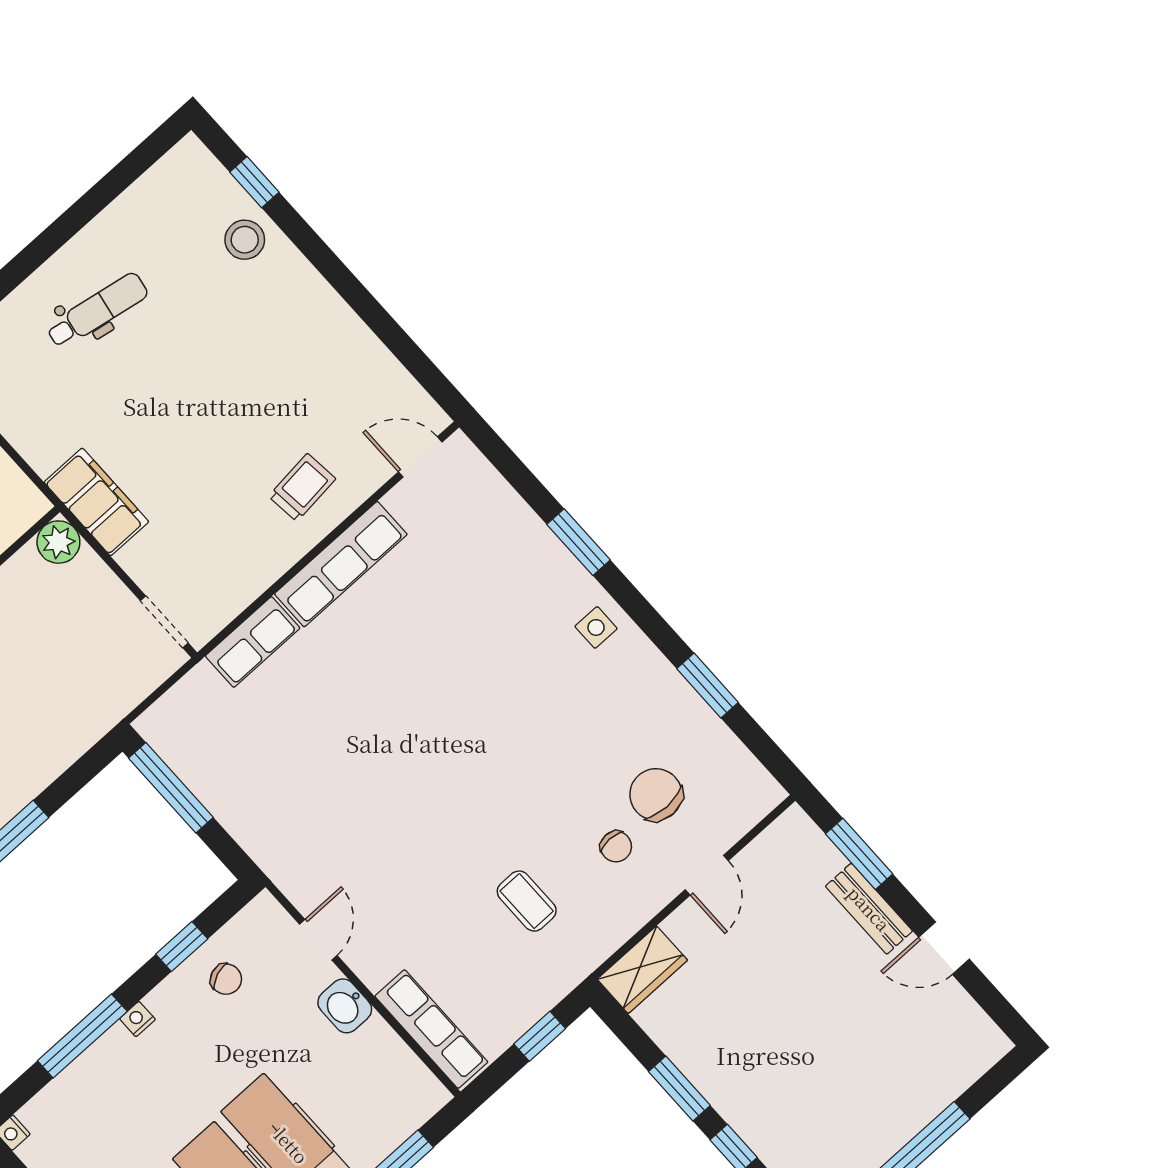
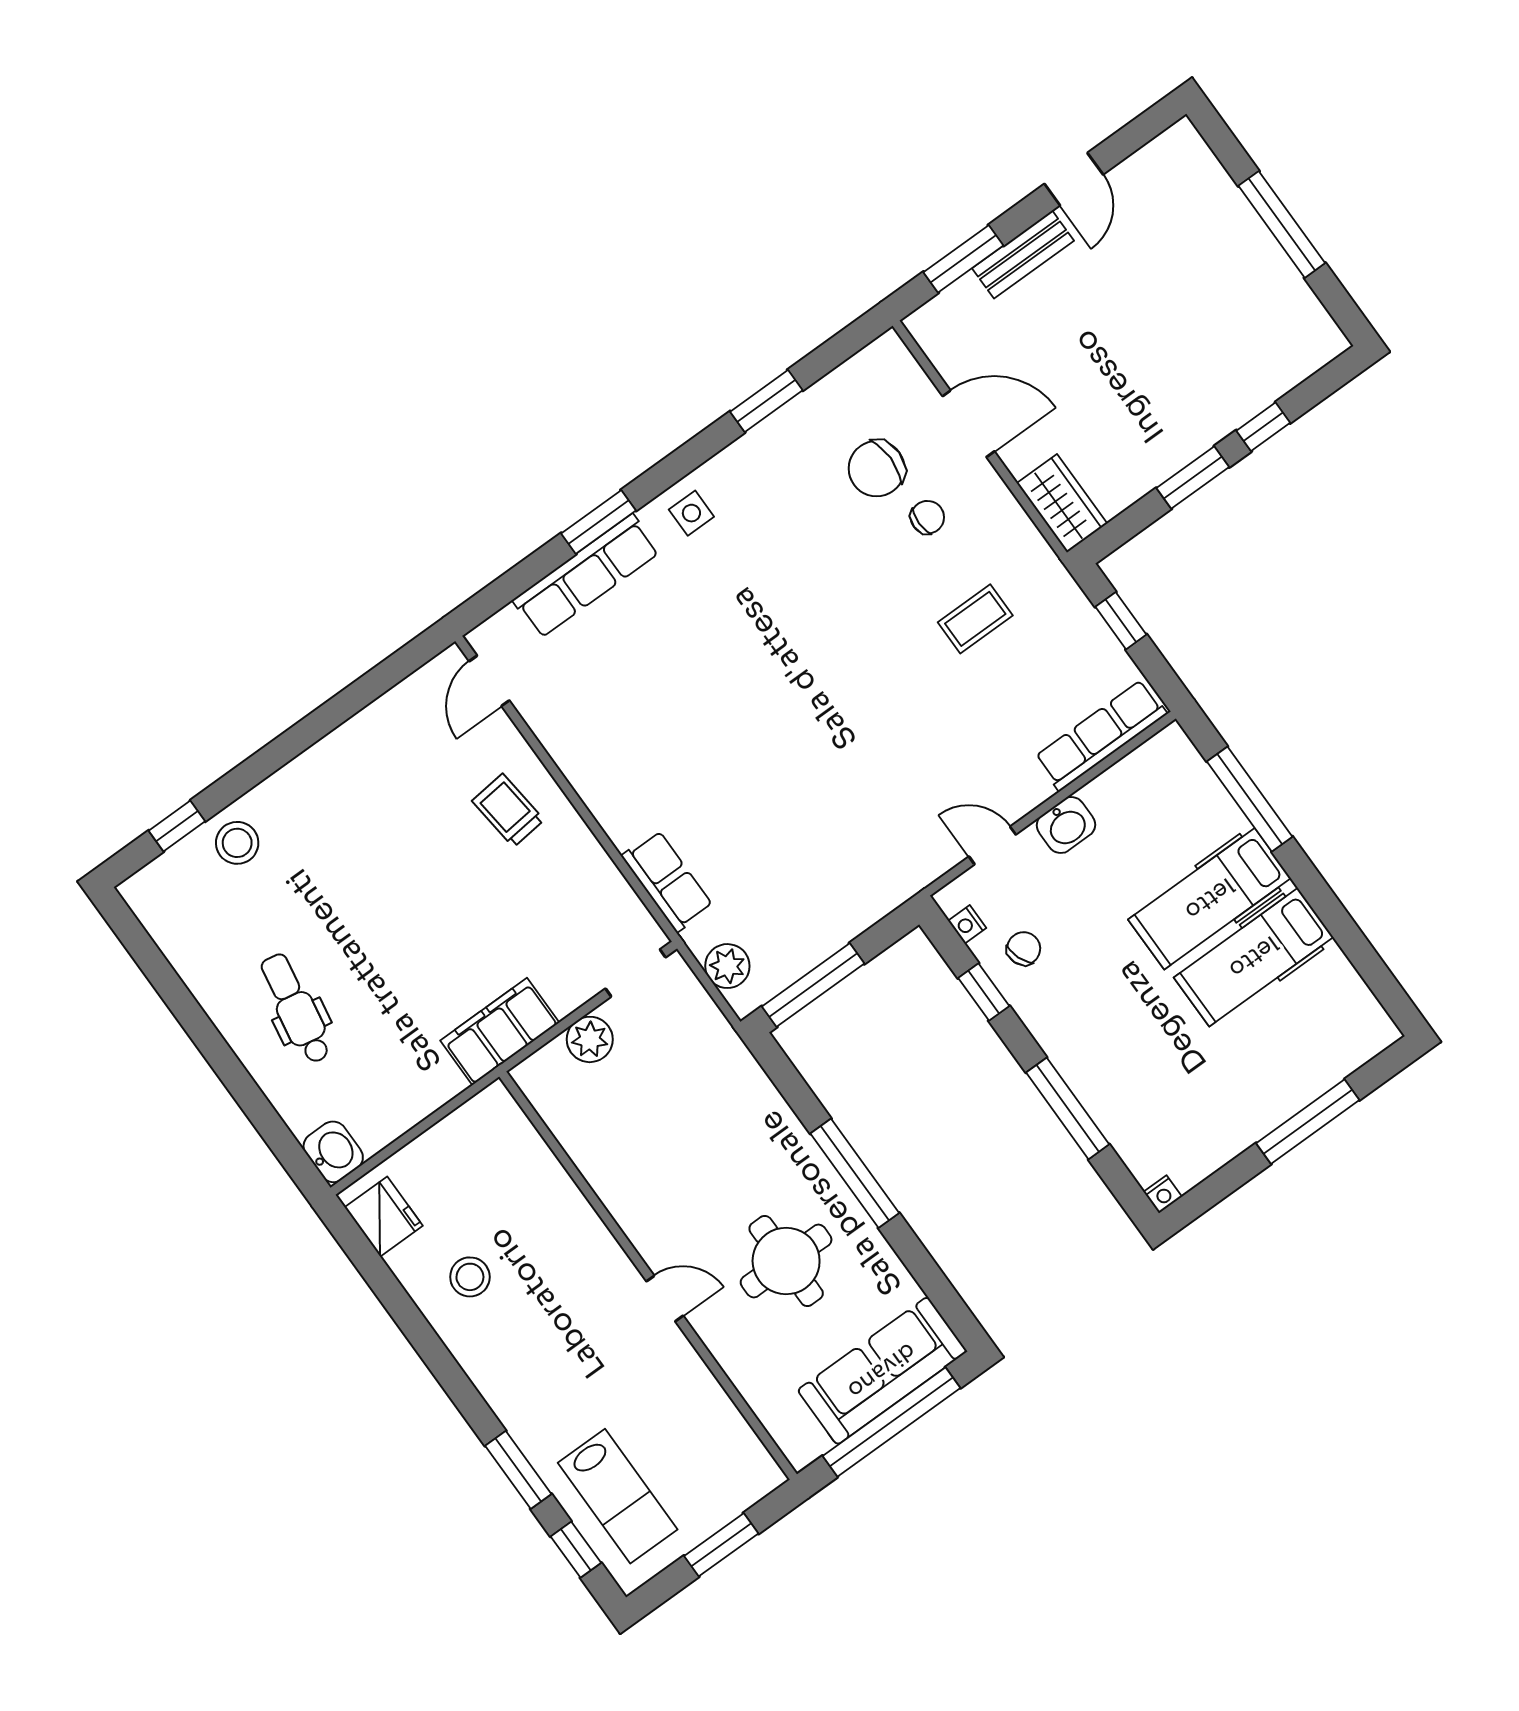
plant: (58, 542) -> (590, 1039), moved
row of seats: (341, 564) -> (586, 576), moved, turned 90
plant: (180, 706) -> (727, 966), added
door: (707, 875) -> (968, 424), width x1.38
nightstand: (137, 1019) -> (967, 924), moved

